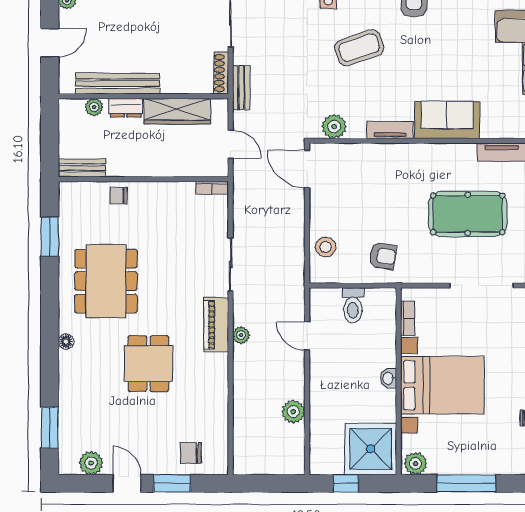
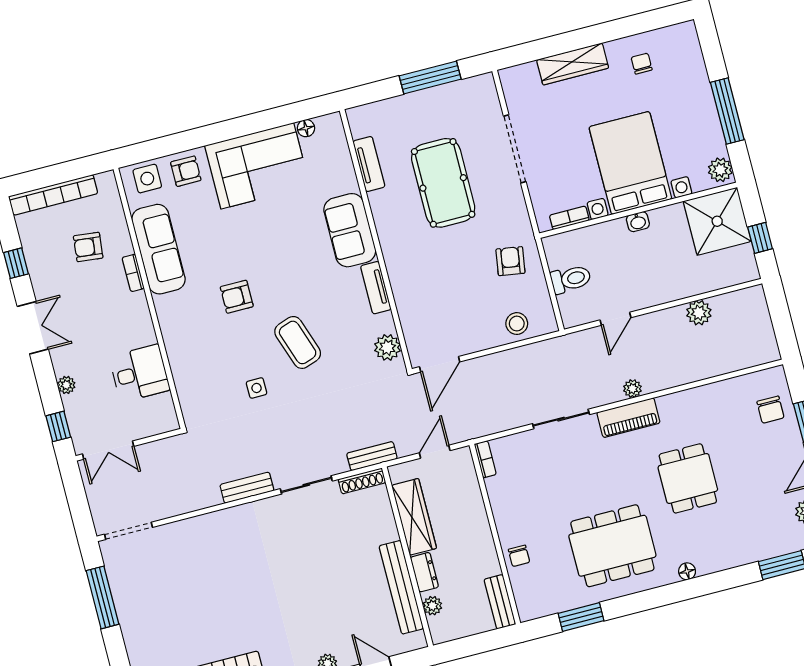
dining table: (148, 364) -> (688, 478), turned 90

